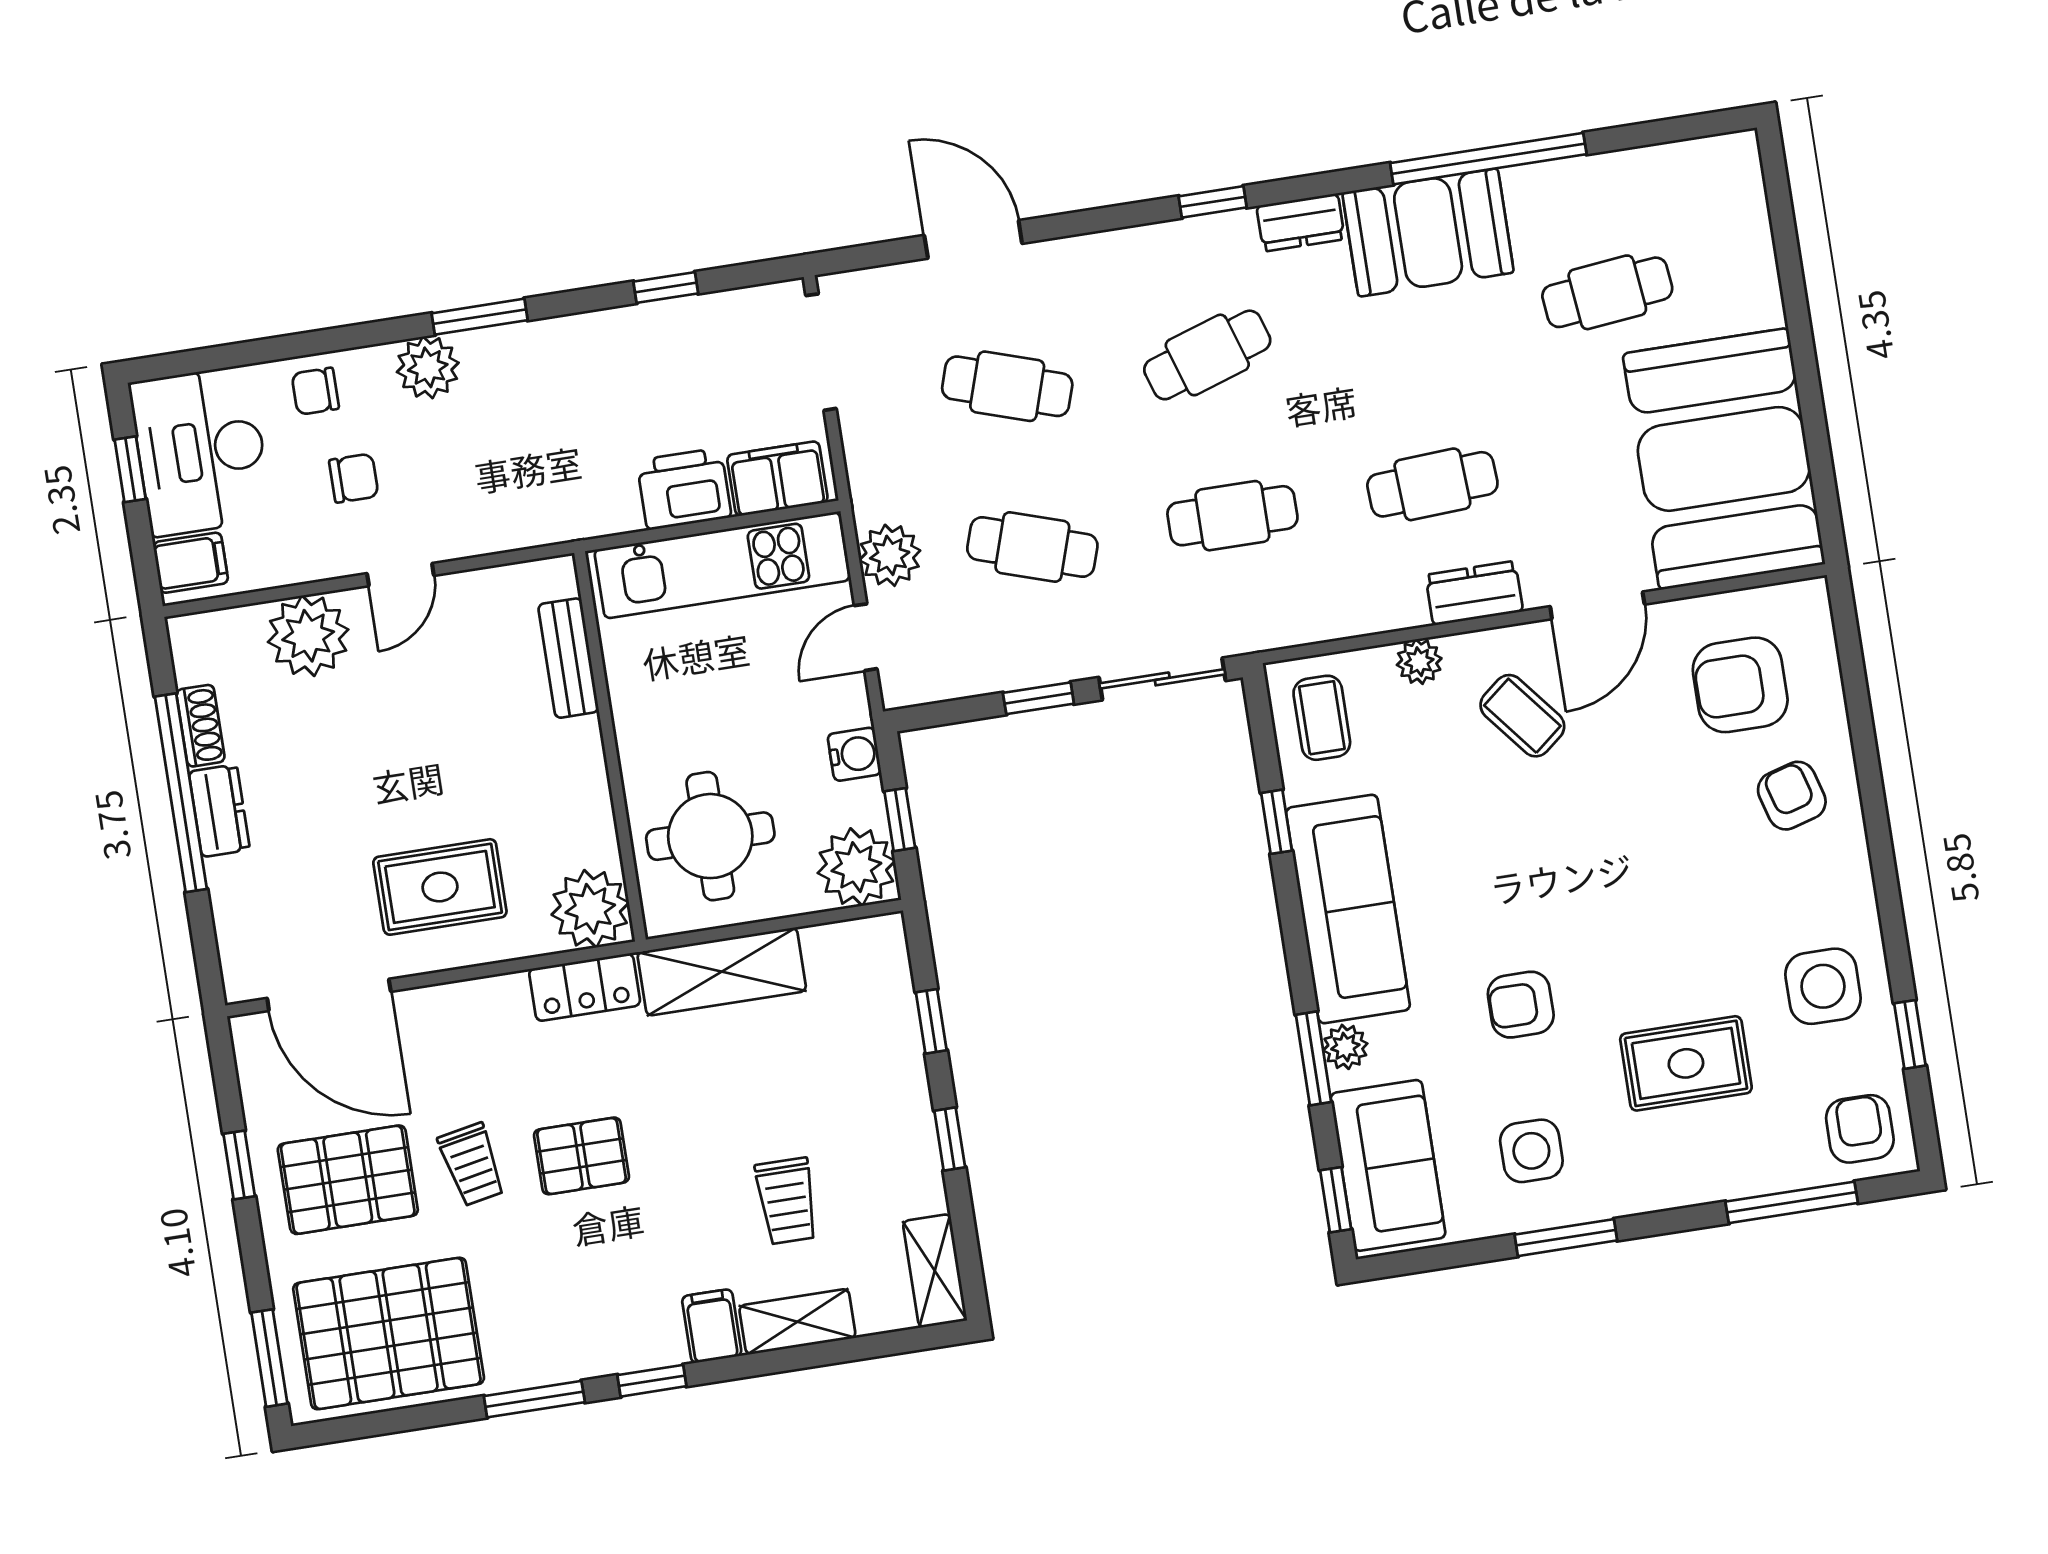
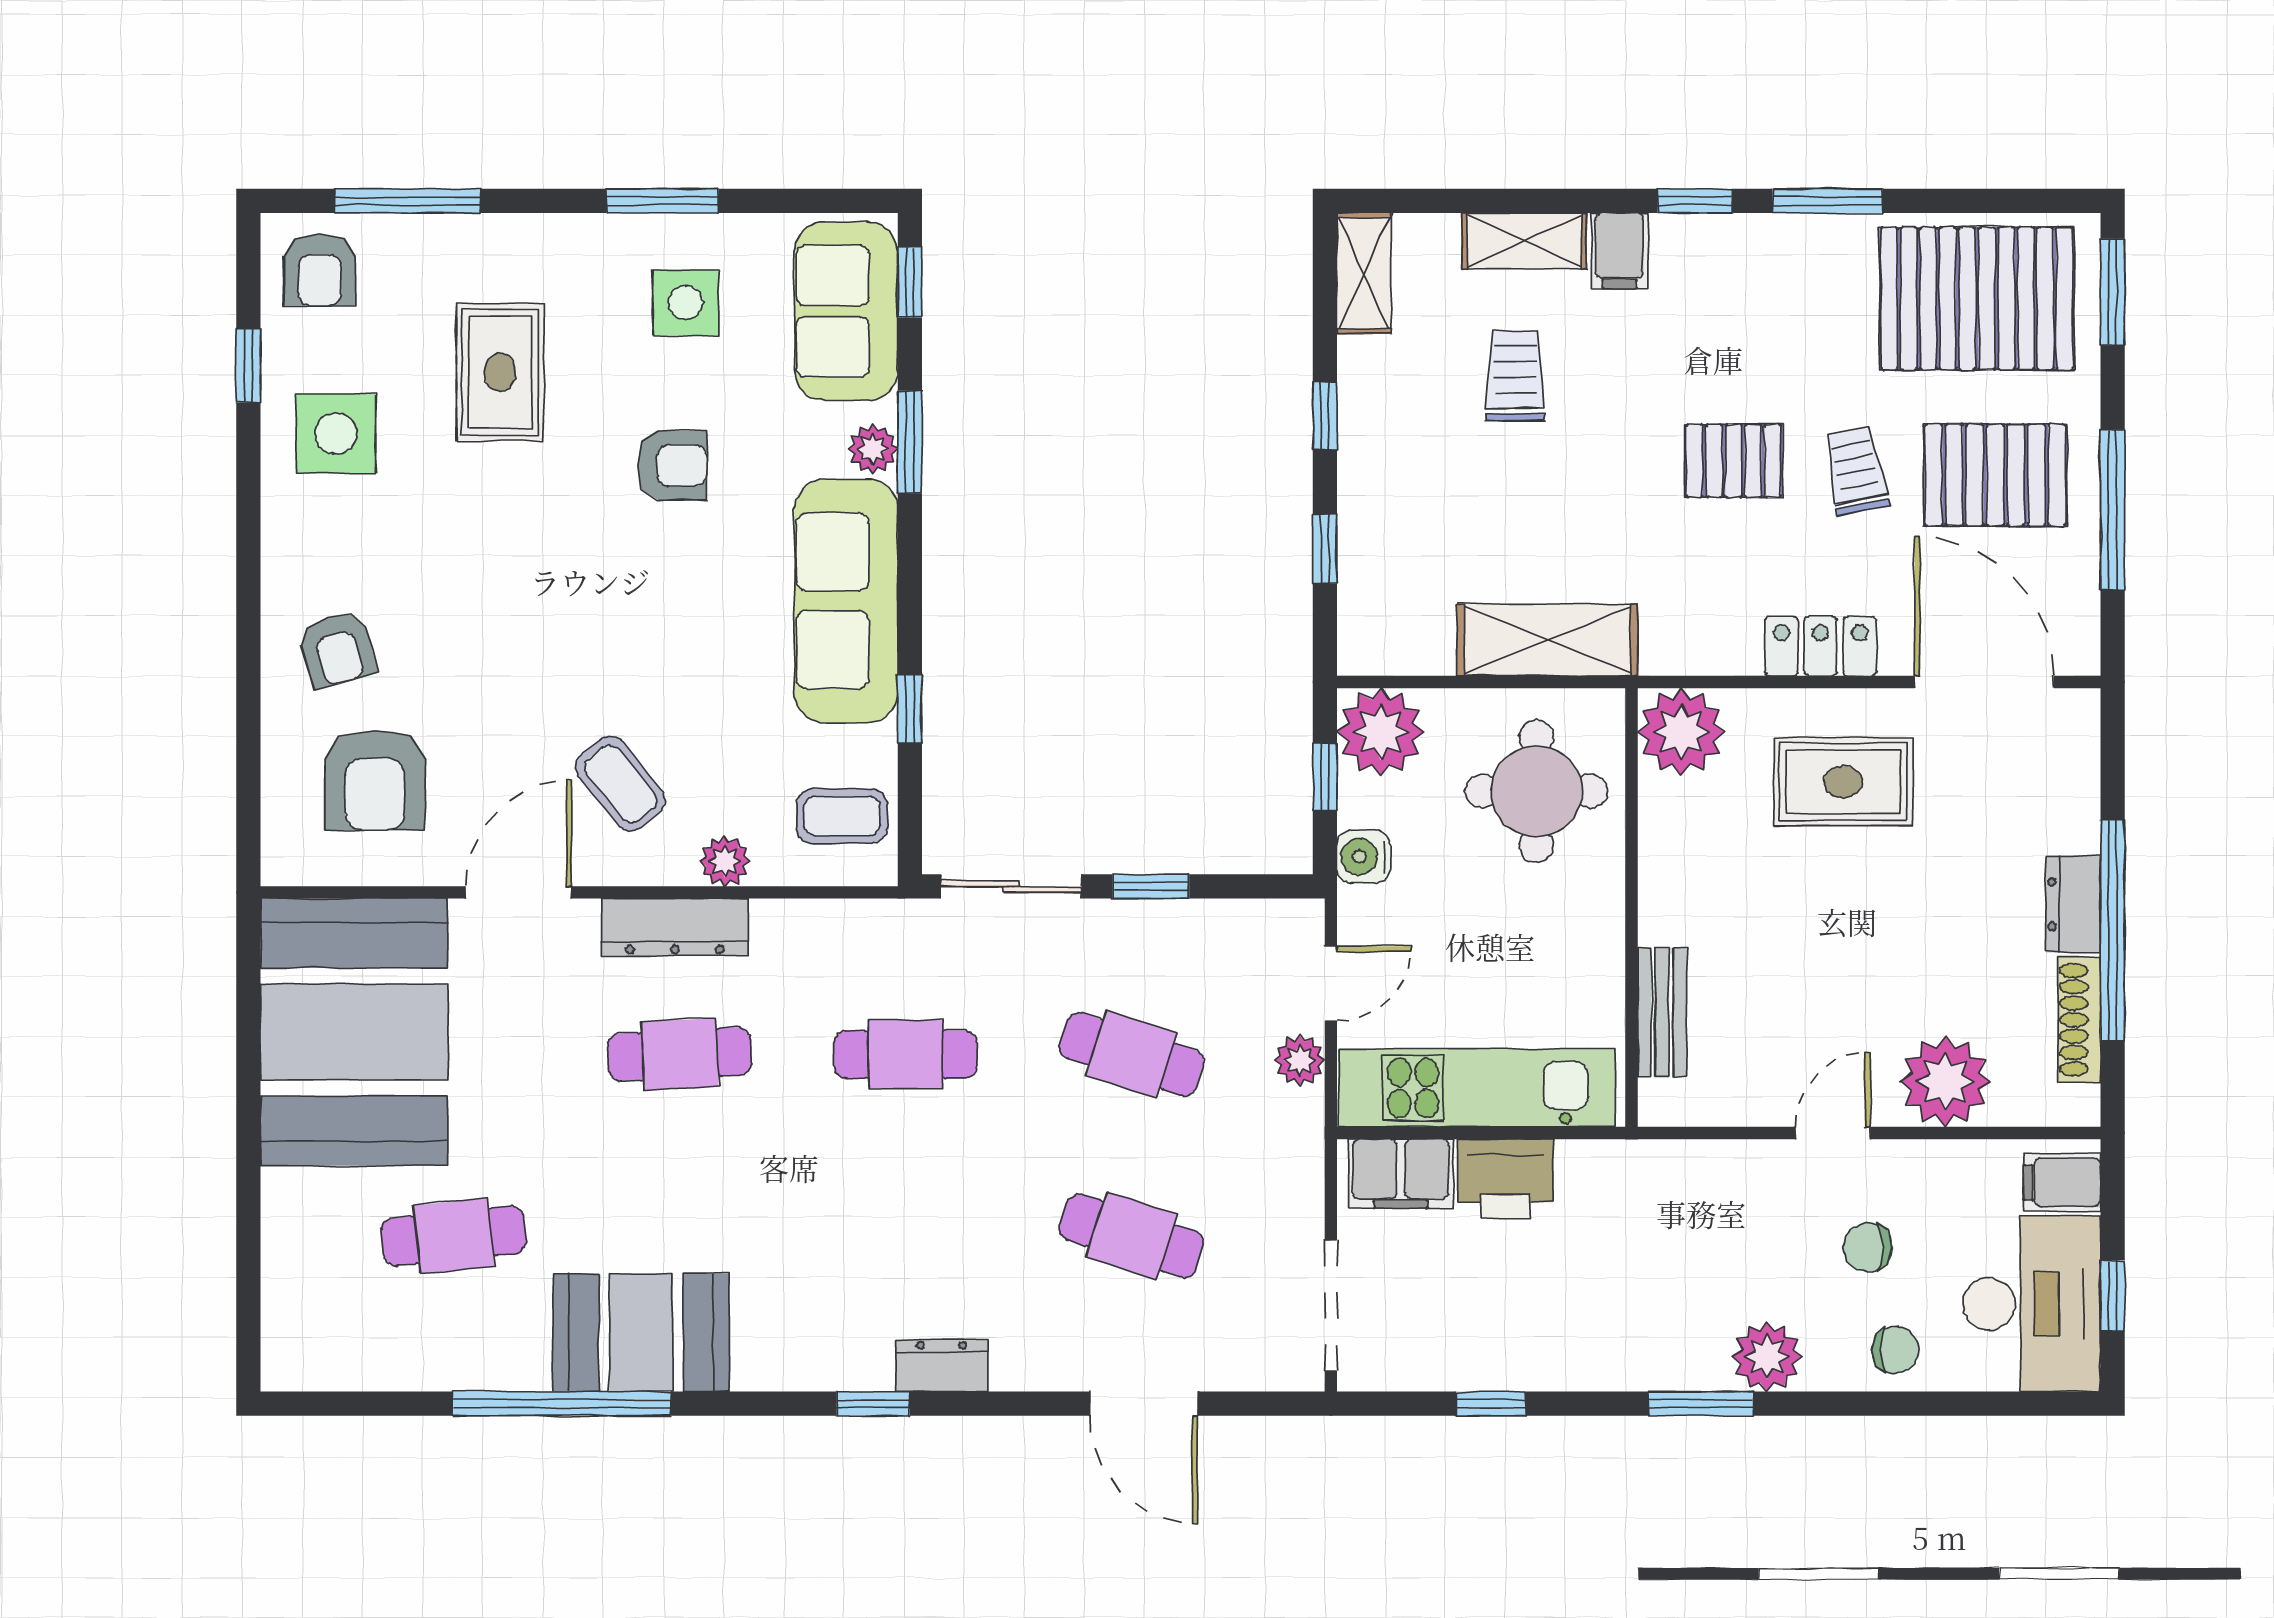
dresser: (1301, 223) -> (942, 1366), moved
cafe table: (1207, 355) -> (906, 1236), removed
plant: (890, 555) -> (1300, 1060), width x0.73, depth x0.73
dresser: (1474, 593) -> (675, 927), width x1.44
armchair: (1740, 685) -> (375, 780), turned 90
coffee table: (1322, 718) -> (842, 816), turned 90
shoe rack: (201, 726) -> (2079, 1020), width x1.43
locker: (585, 987) -> (1821, 646), moved
rug: (1686, 1063) -> (500, 372), turned 90
window: (239, 1165) -> (2113, 510), width x2.17

